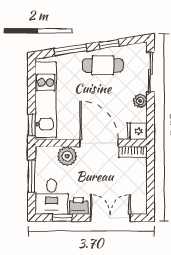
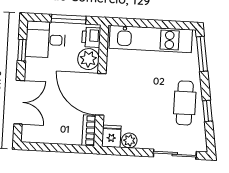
window: (71, 50) -> (202, 54), moved
plant: (140, 101) -> (129, 140), moved
window: (32, 125) -> (125, 22), removed
door: (99, 143) -> (101, 94), swing flipped
printer: (79, 206) -> (91, 37), moved, turned 180

